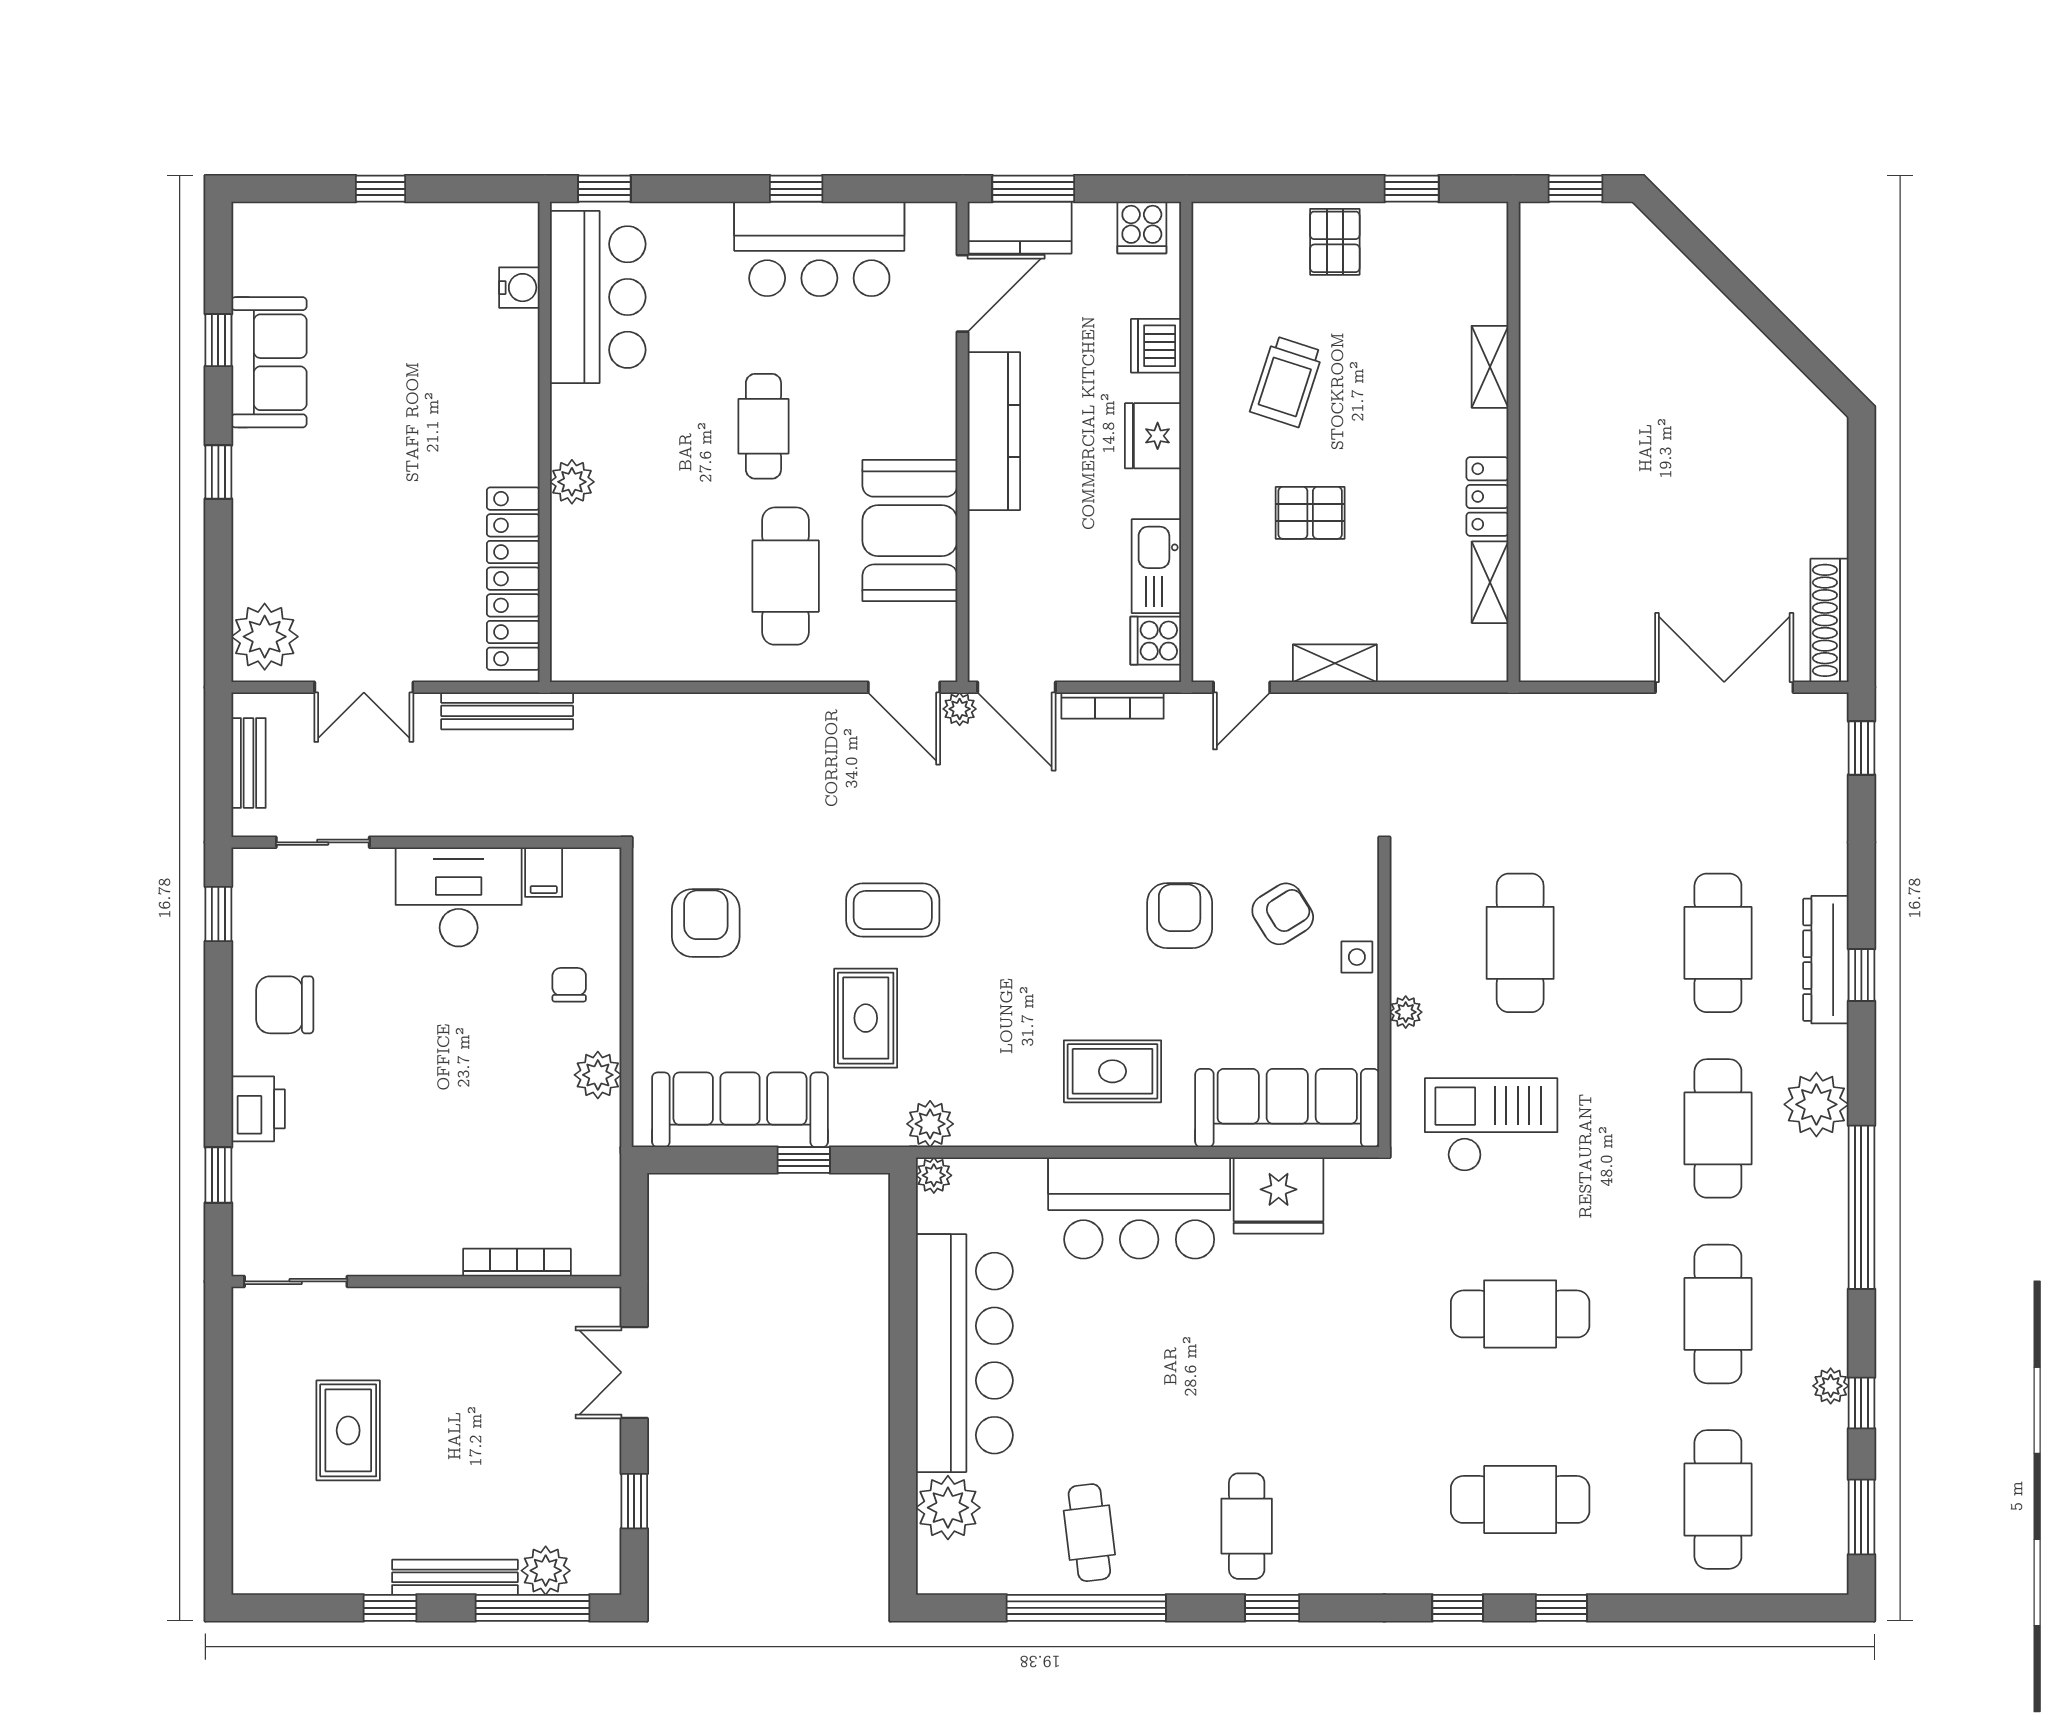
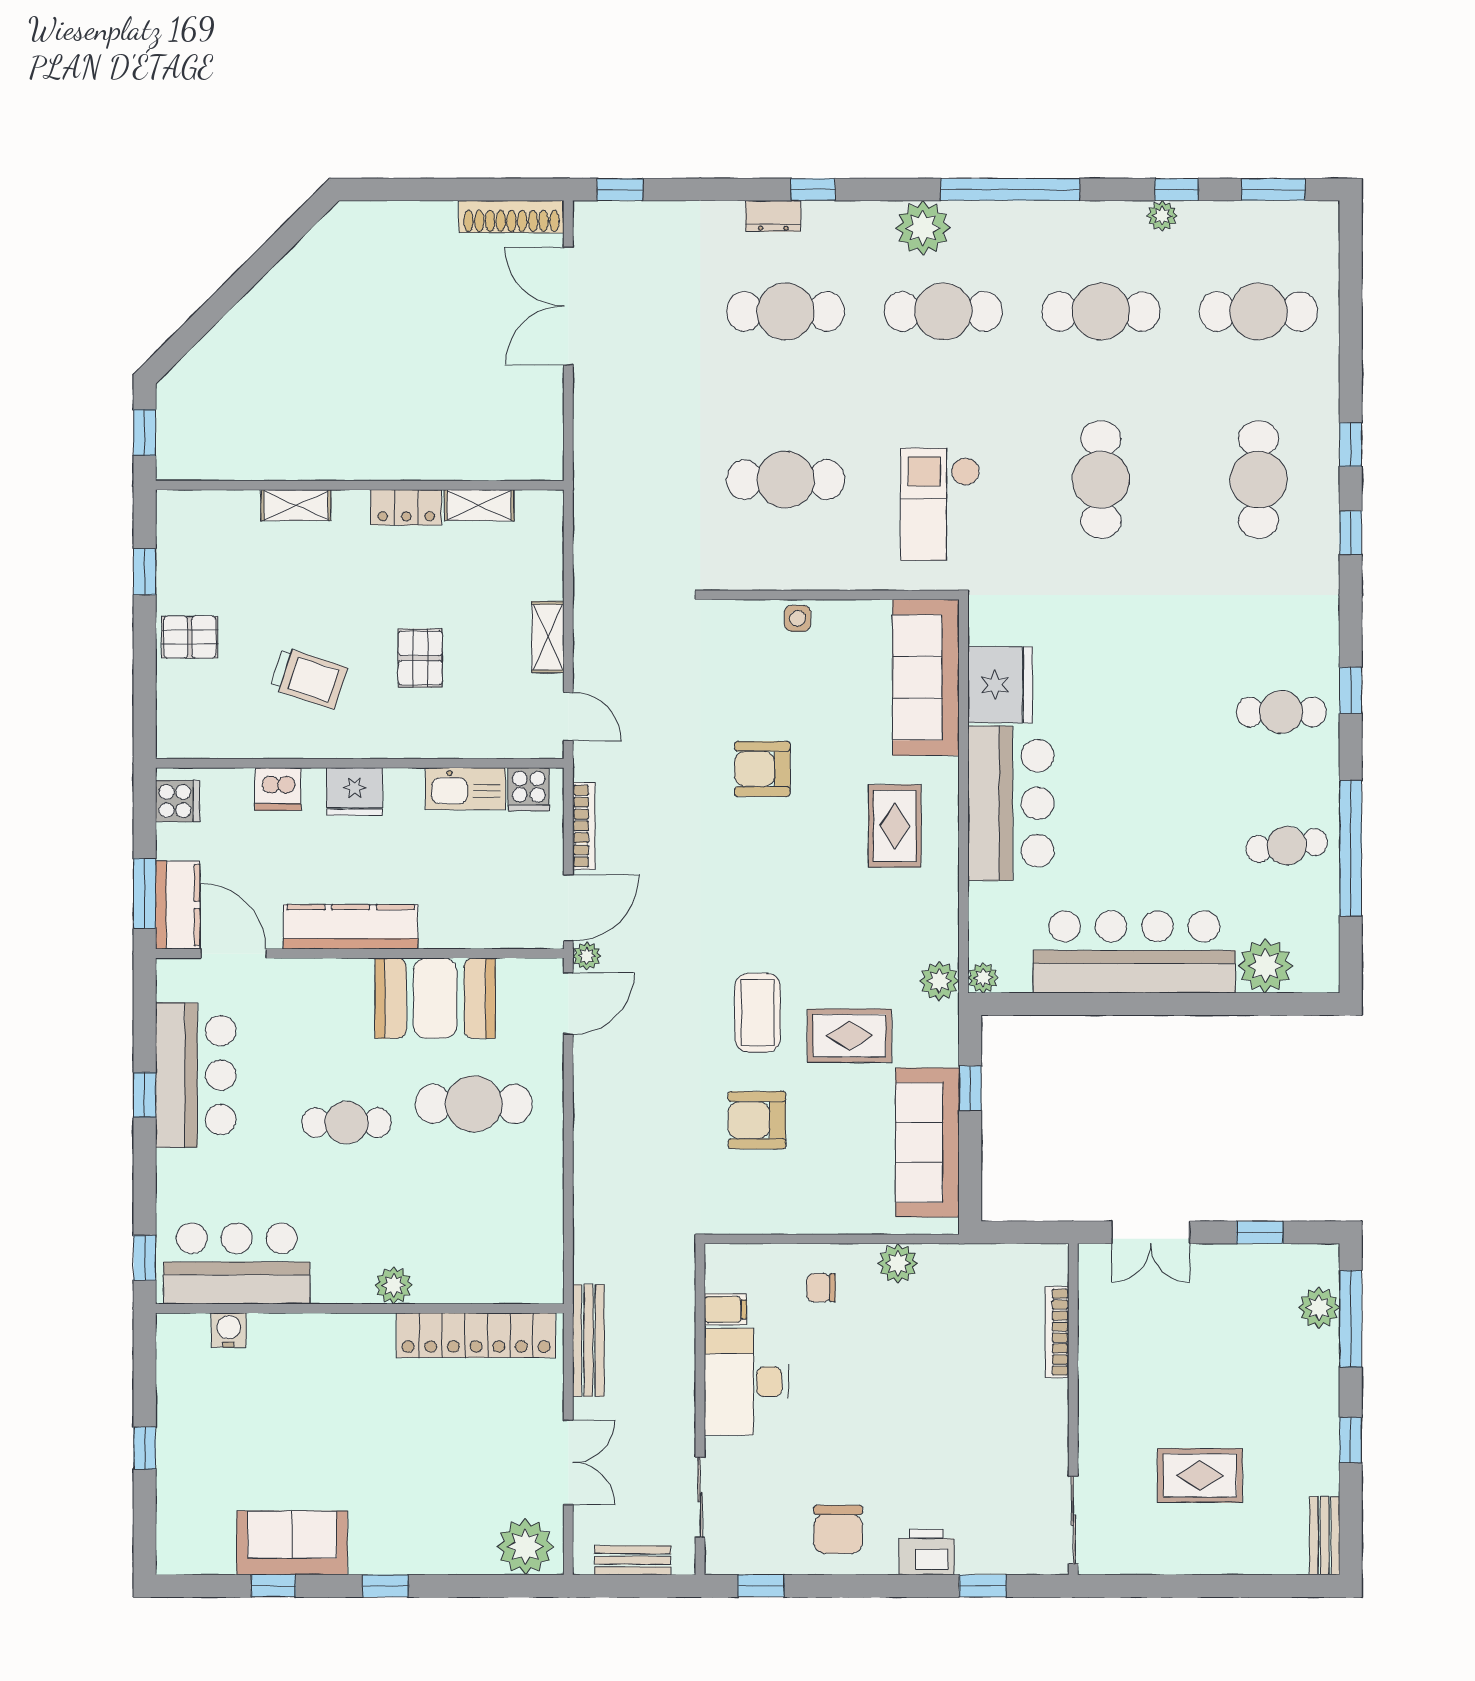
armchair: (1283, 914) -> (761, 681), removed
armchair: (706, 923) -> (757, 1120), moved
dresser: (1826, 960) -> (773, 216), width x0.51, depth x0.80
plant: (1406, 1012) -> (844, 577), removed
bench: (455, 1577) -> (1325, 1536), moved, width x0.73

